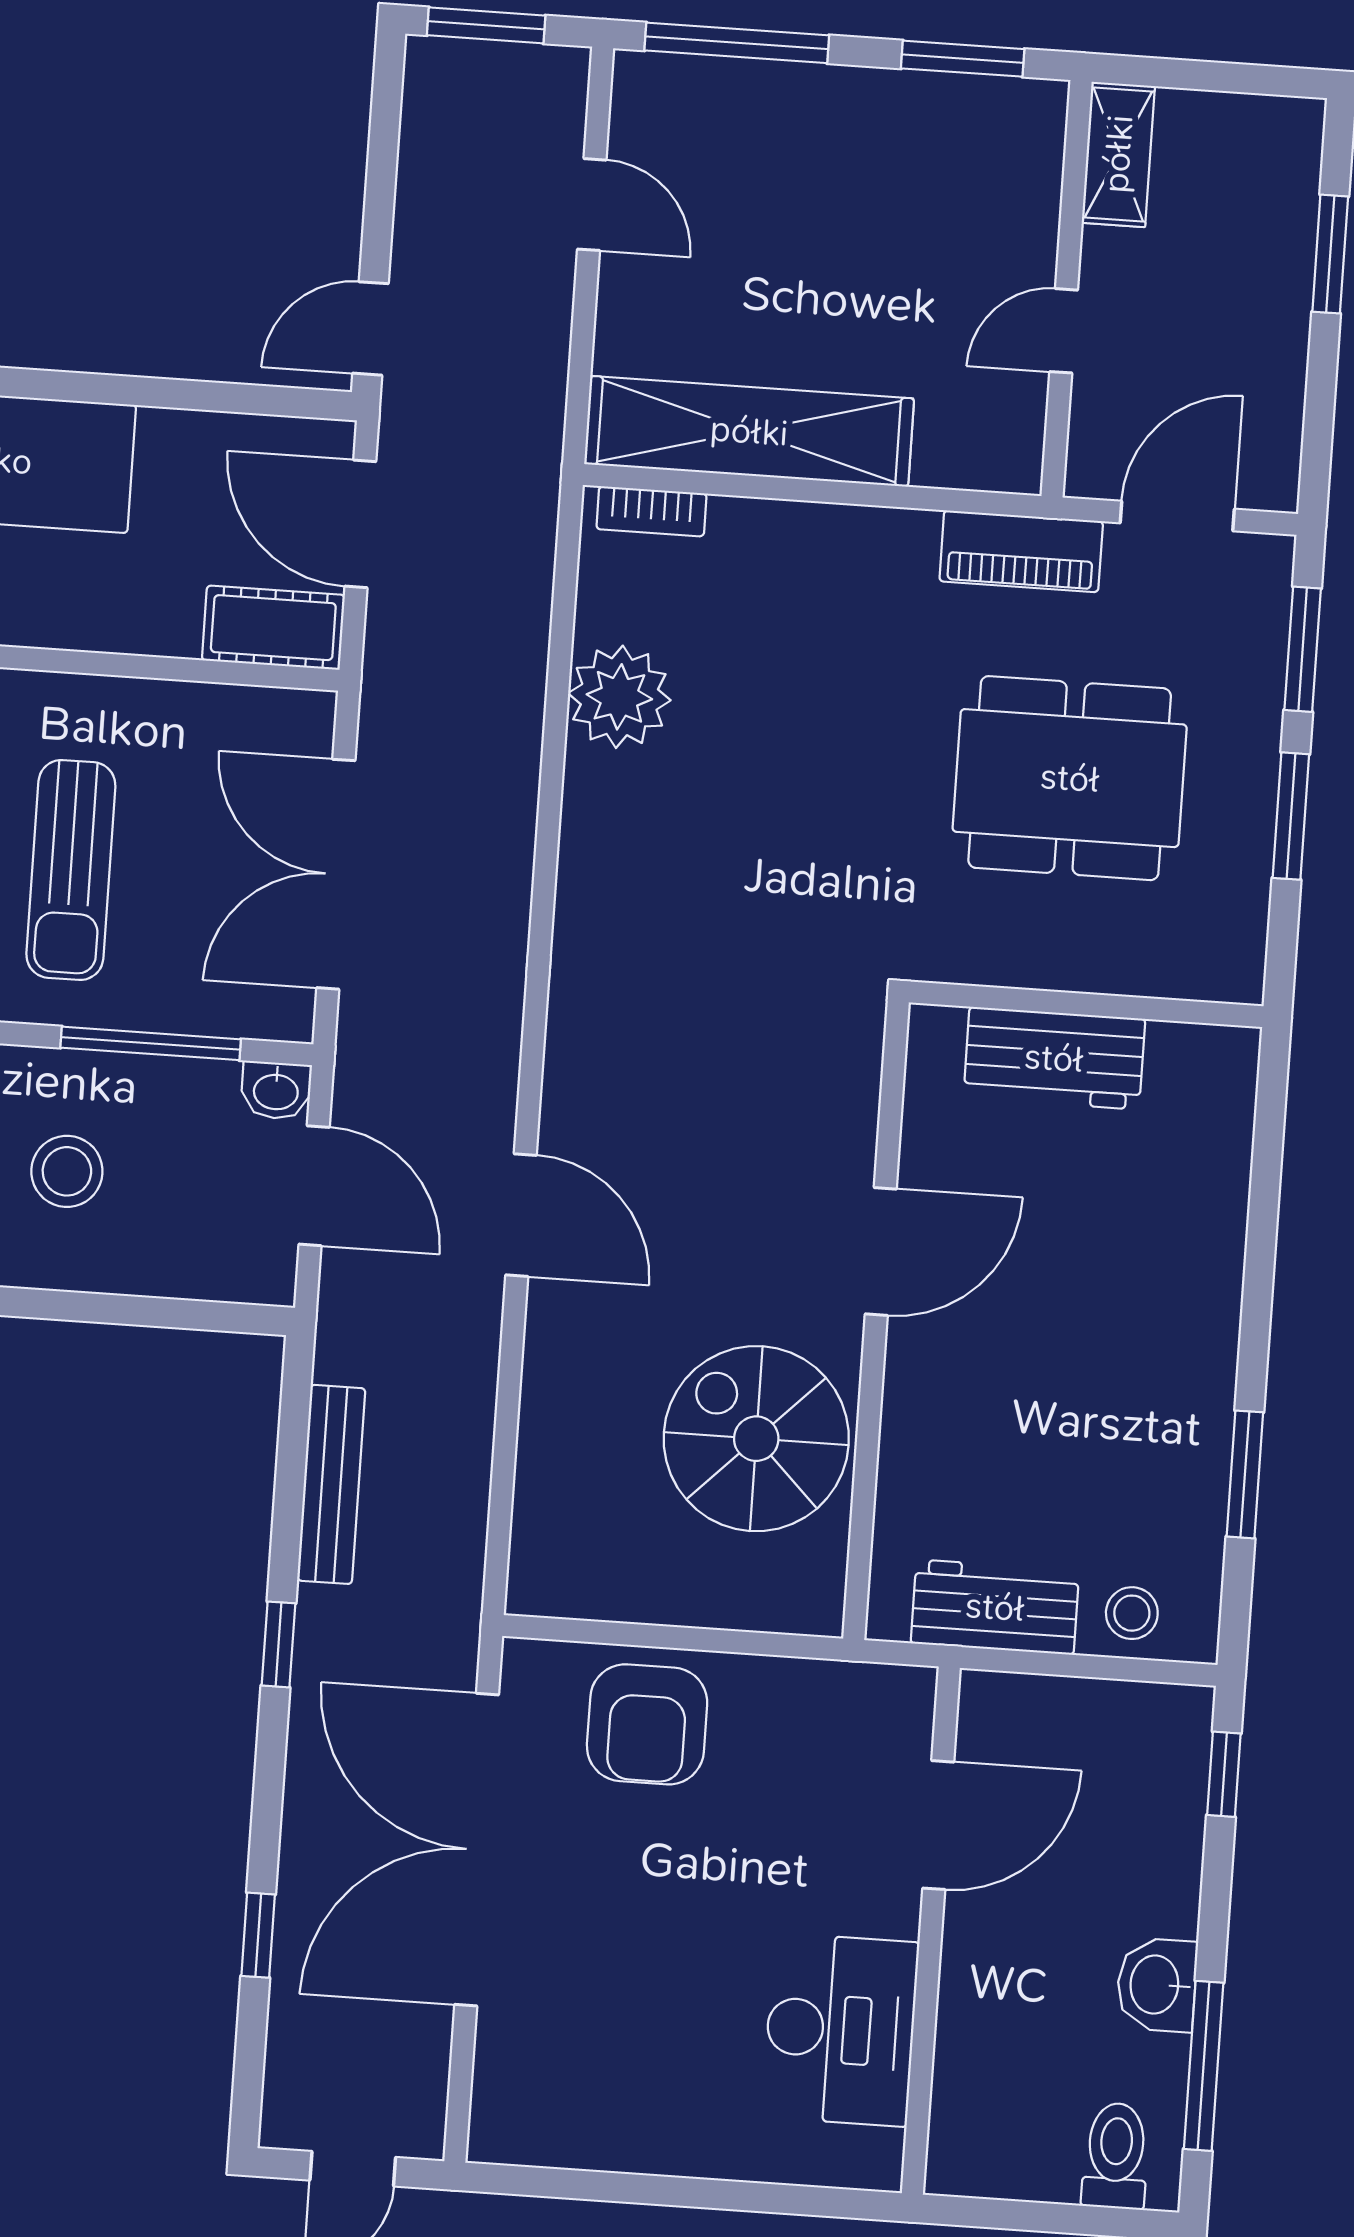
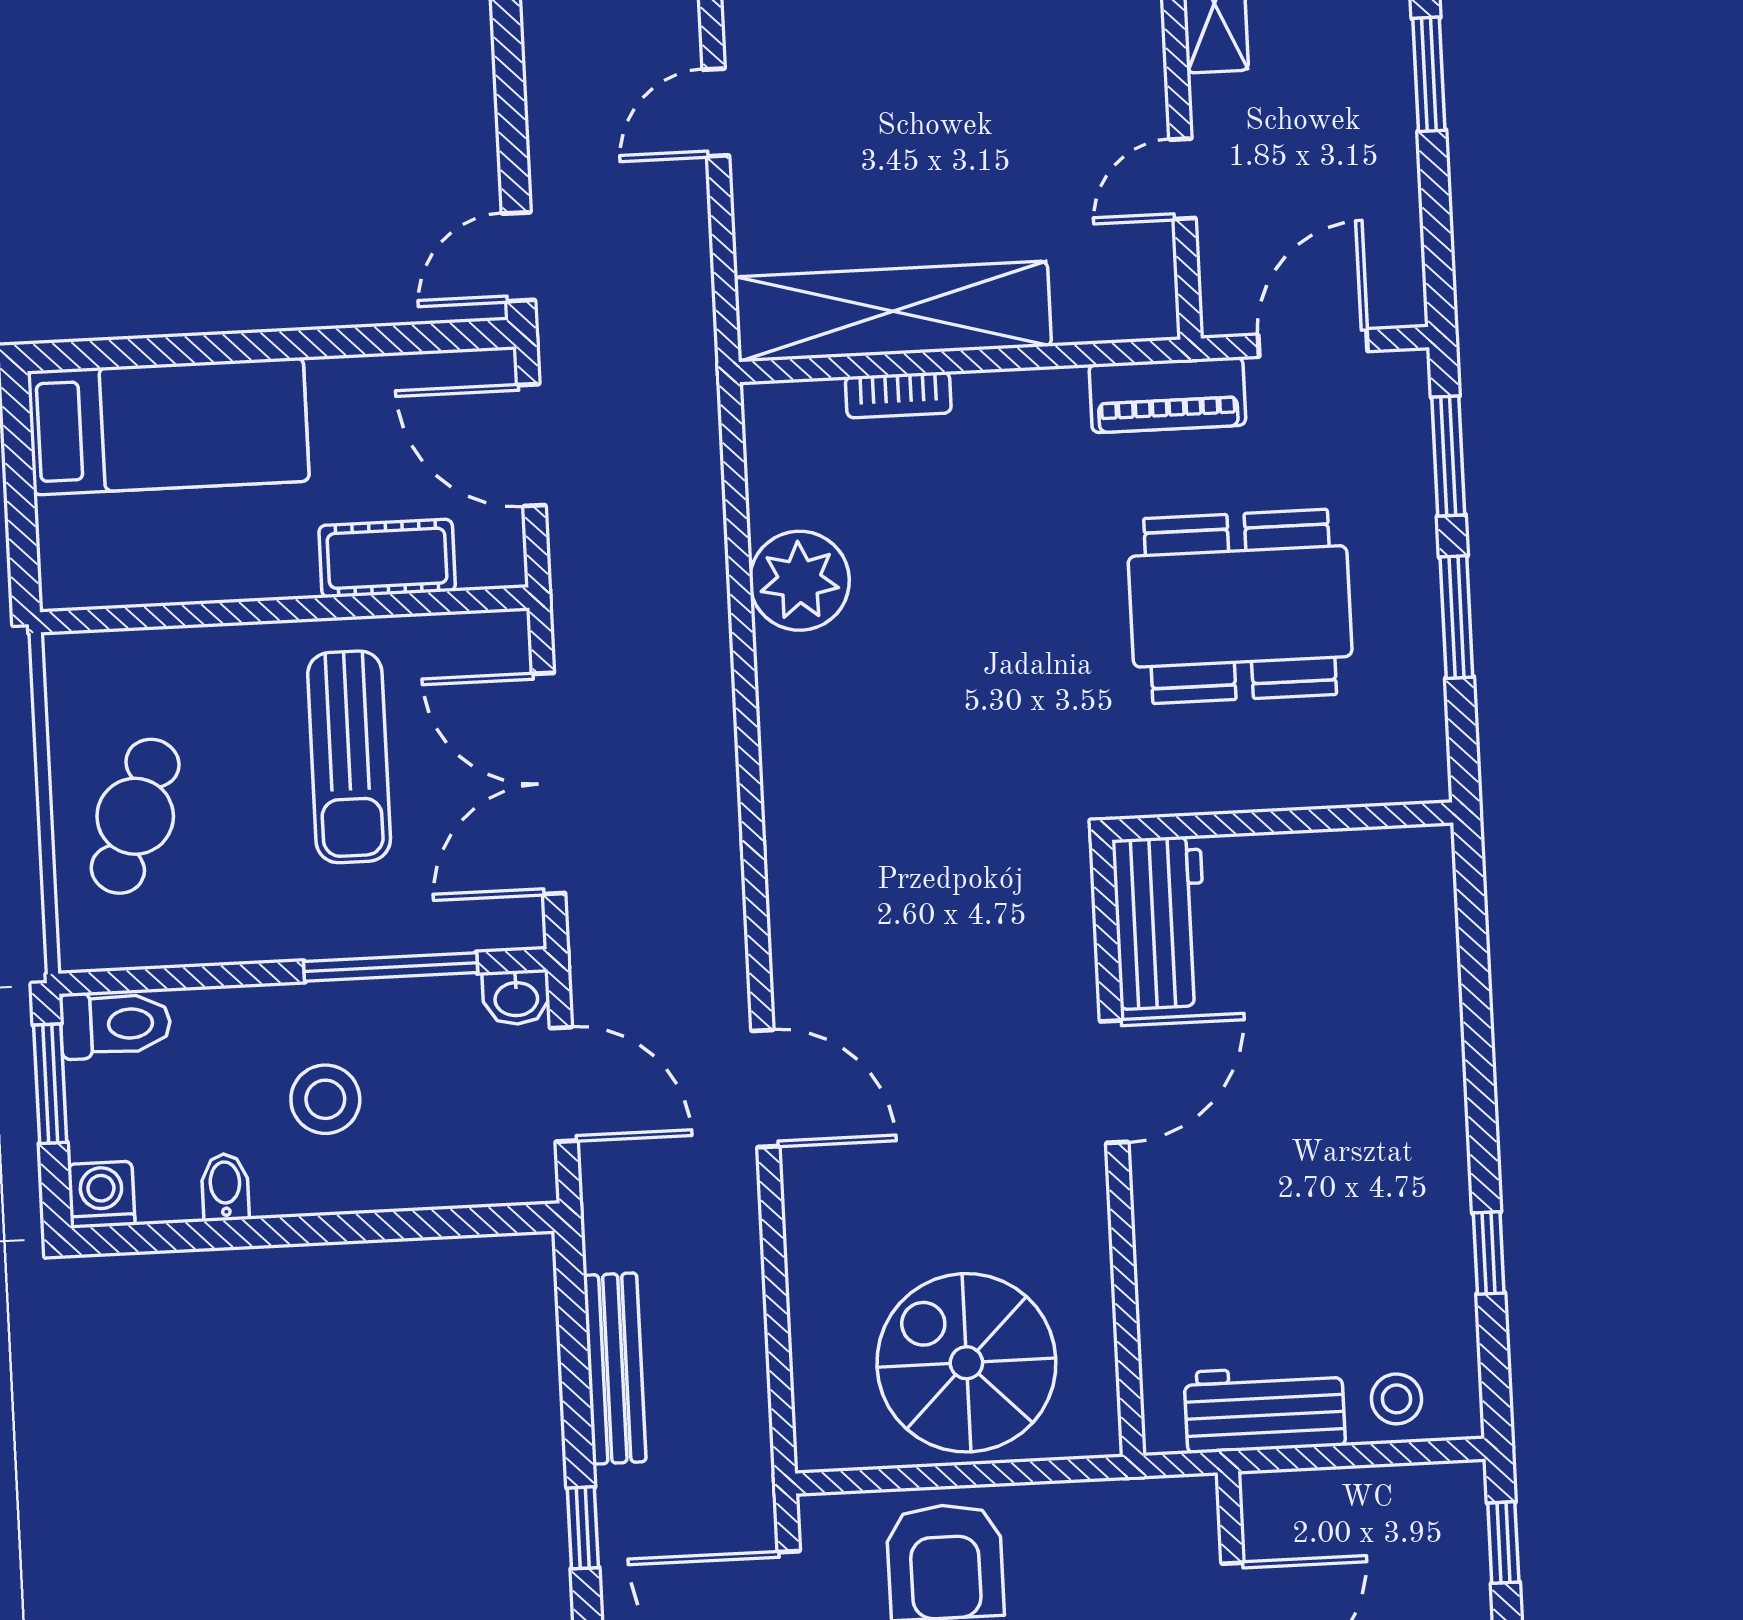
door: (592, 205) -> (716, 113), swing flipped
bookcase: (651, 511) -> (898, 395), moved
cot: (273, 628) -> (387, 558), moved
sun lounger: (71, 870) -> (349, 757), moved
workbench: (1054, 1058) -> (1160, 923), moved, turned -90
spiral stairs: (756, 1439) -> (966, 1363), moved
window: (1245, 1474) -> (1489, 1253), width x0.67

